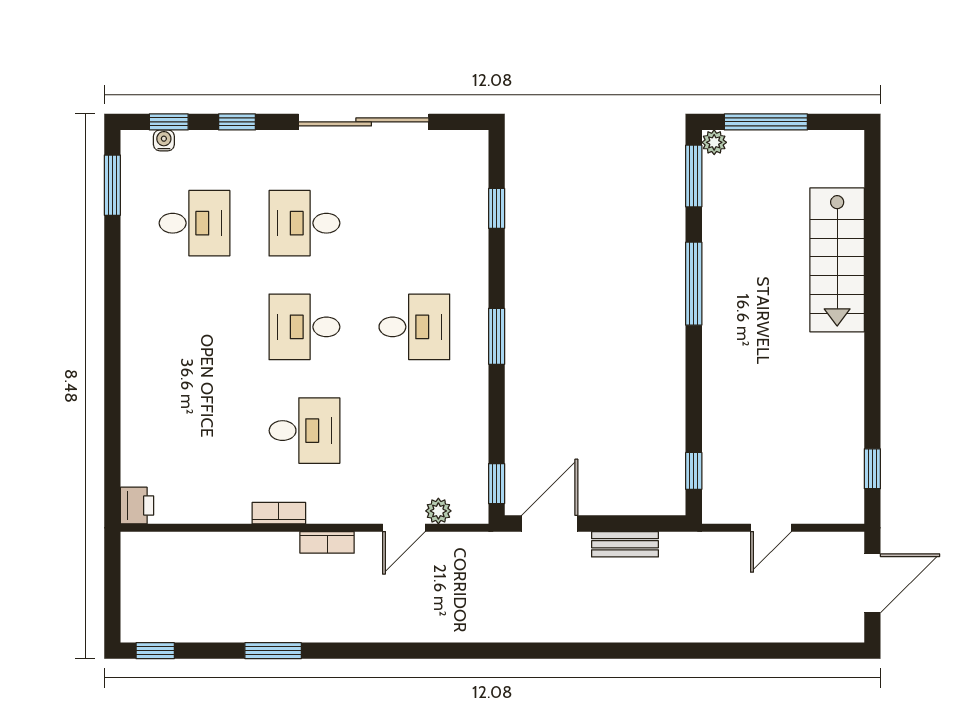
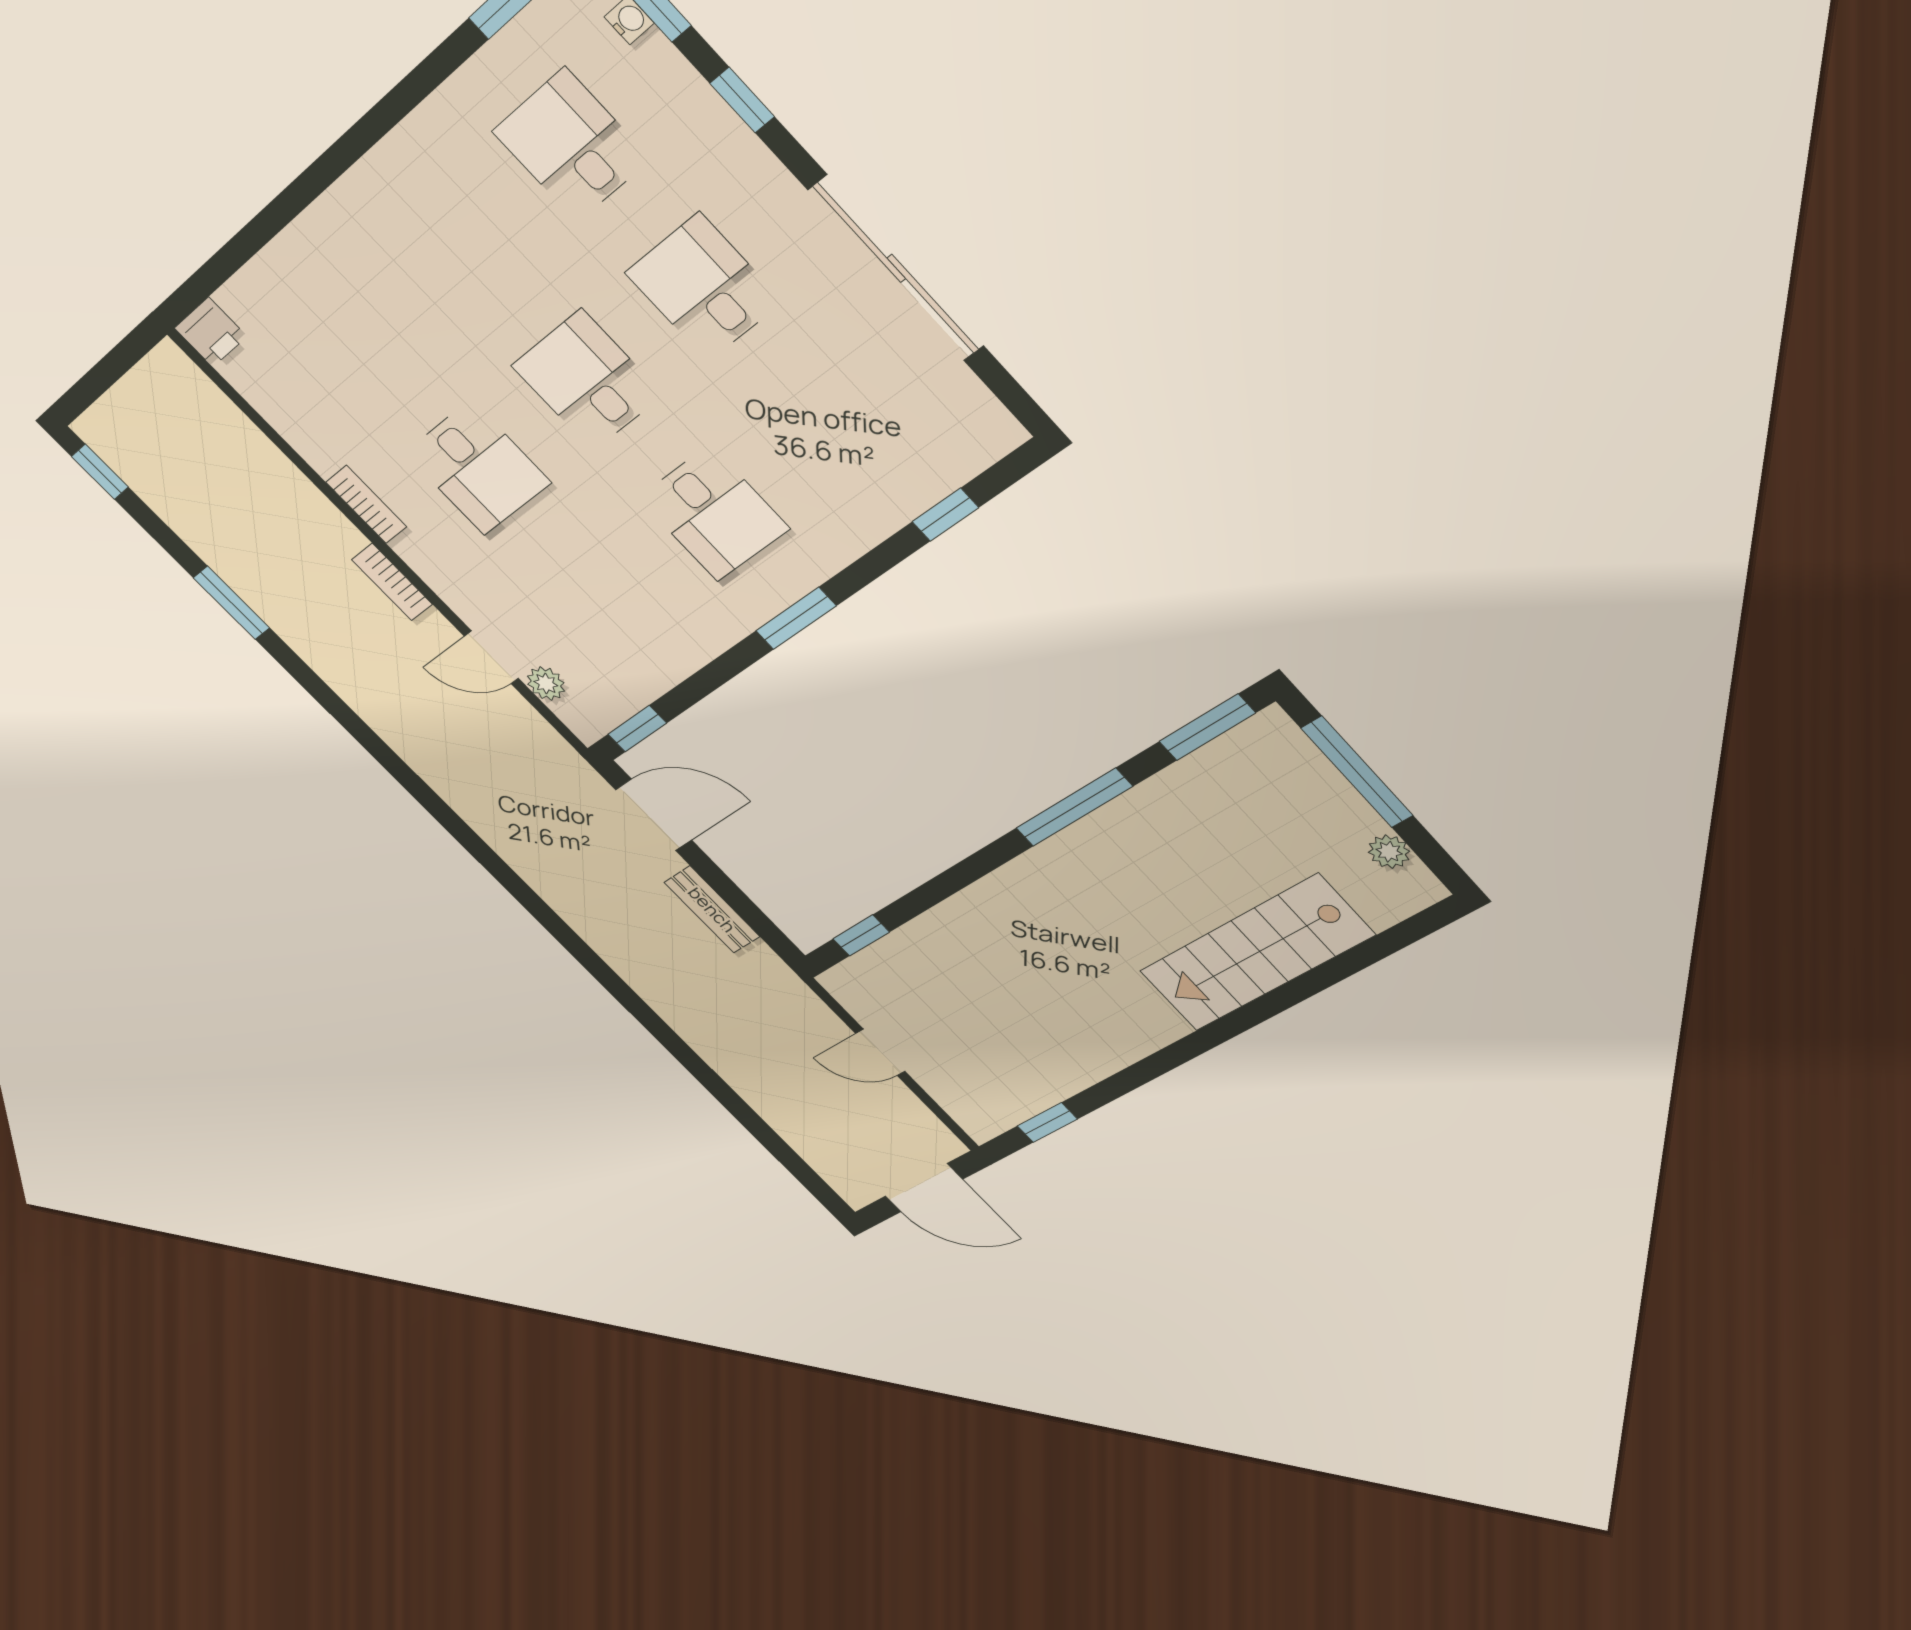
plant: (714, 142) -> (1389, 852), moved
desk: (195, 223) -> (571, 145), turned 180

